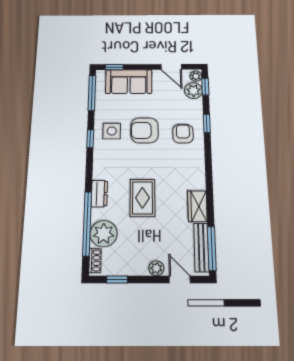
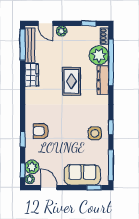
armchair: (145, 130) -> (70, 134), removed
armchair: (183, 134) -> (41, 131), turned 90
dresser: (99, 194) -> (103, 80), width x1.44

